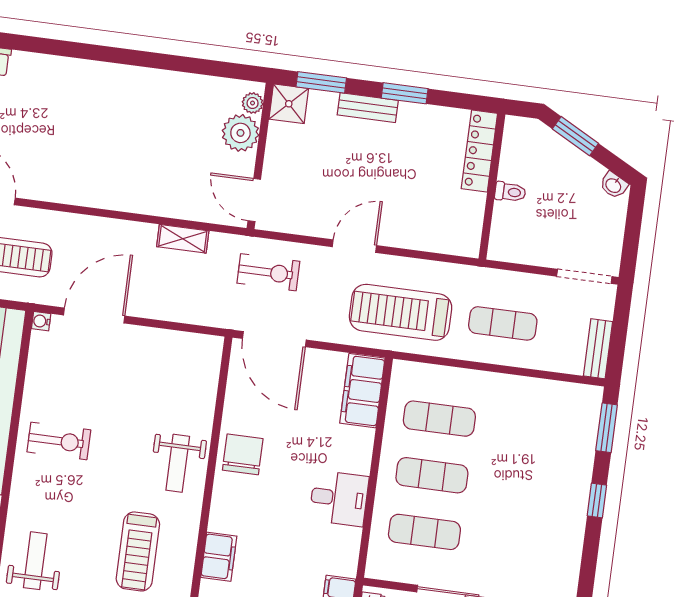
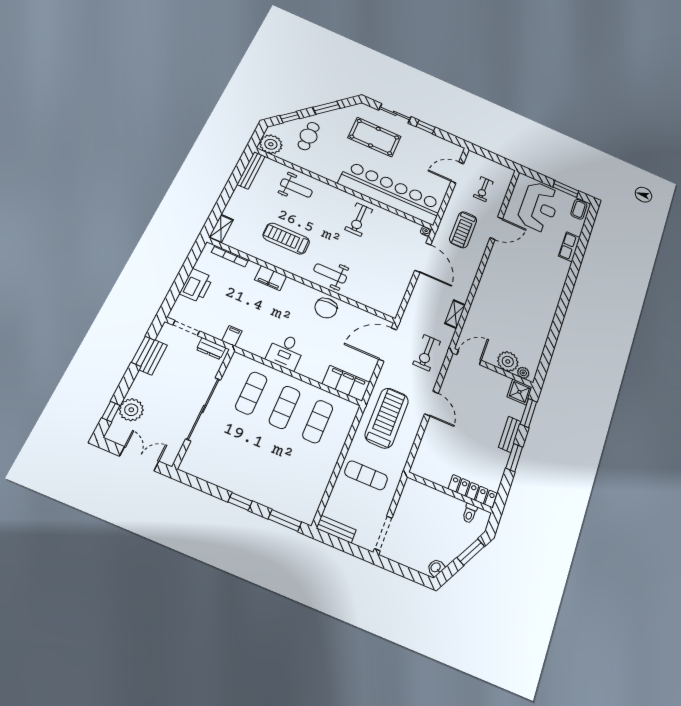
toilet: (510, 192) -> (470, 513), moved
exercise mat: (503, 323) -> (366, 475), turned 90
chair: (243, 454) -> (326, 308), turned 90

